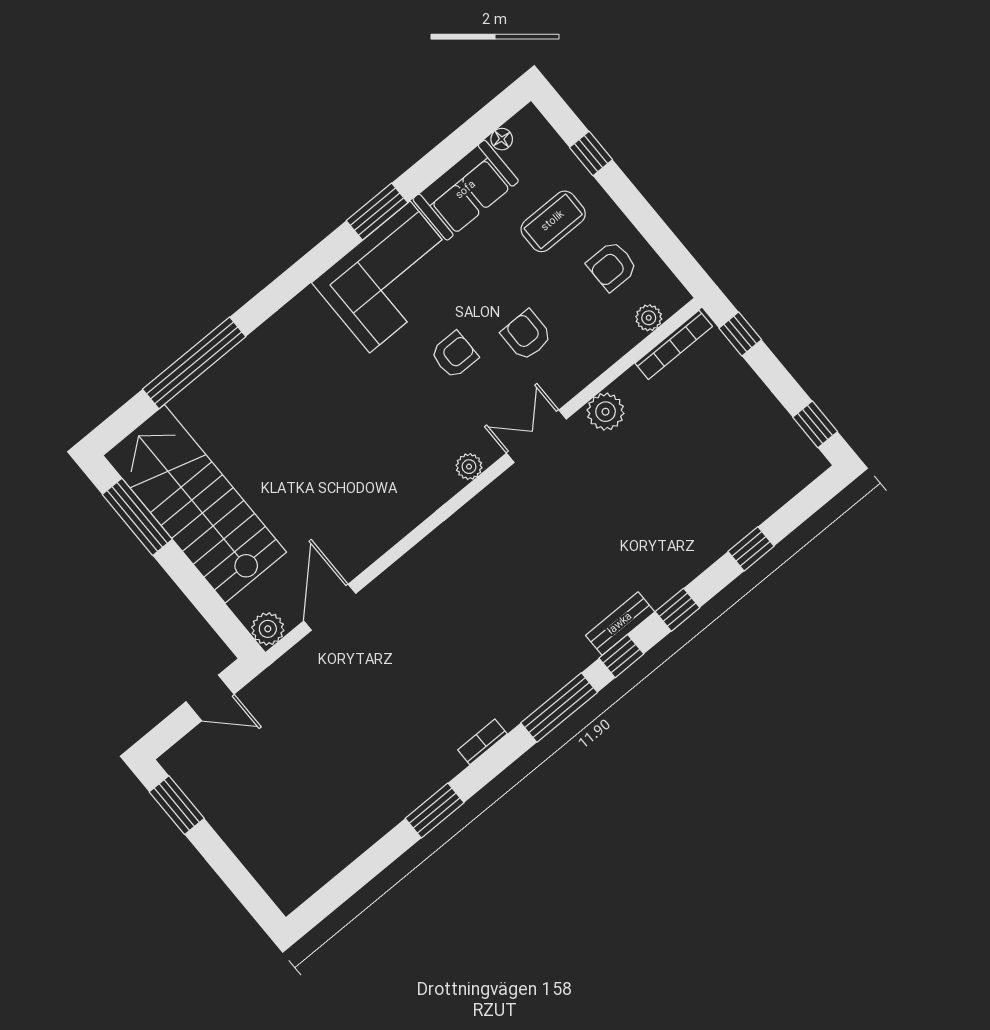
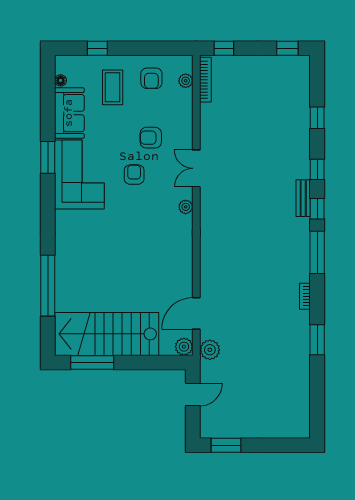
plant: (606, 412) -> (210, 350), moved
door: (330, 607) -> (196, 313), hinge flipped

